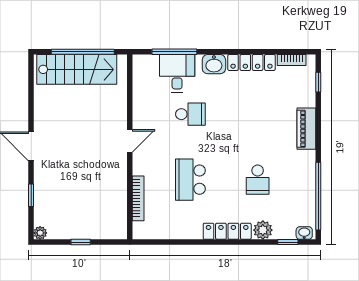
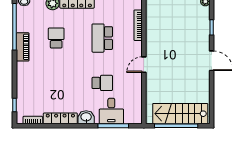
school desk: (190, 114) -> (102, 83), turned 180
piano: (306, 129) -> (23, 47), moved
school desk: (190, 180) -> (102, 38), turned 180

